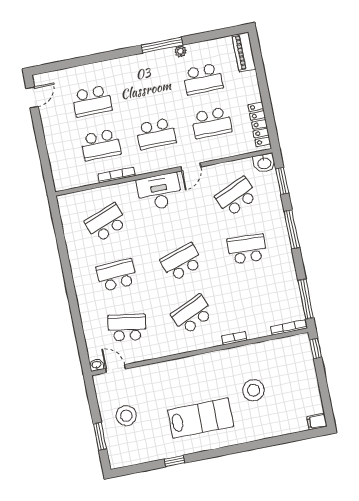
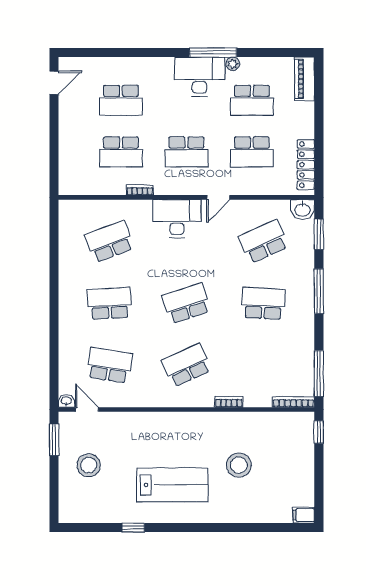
desk: (154, 68) -> (200, 77), added
bookcase: (117, 175) -> (140, 190), width x0.64
window: (100, 436) -> (54, 440), moved

